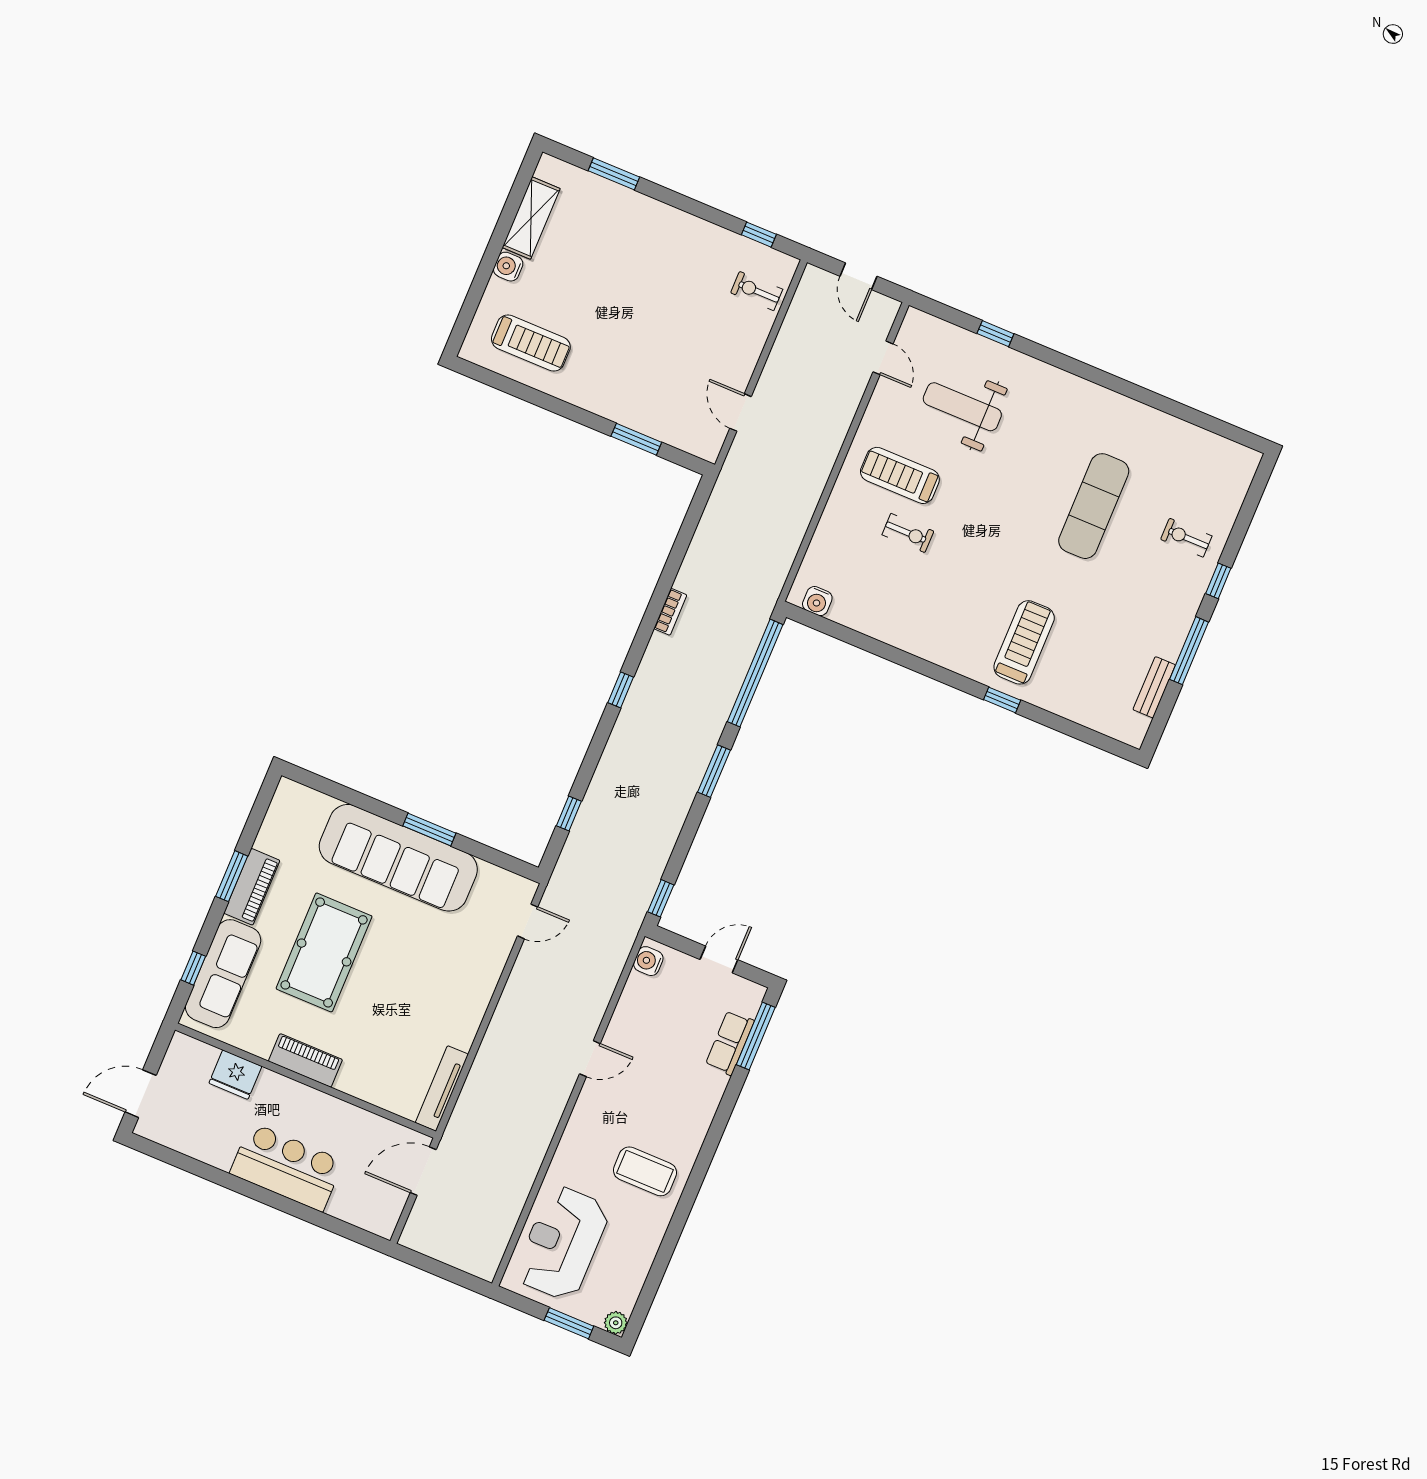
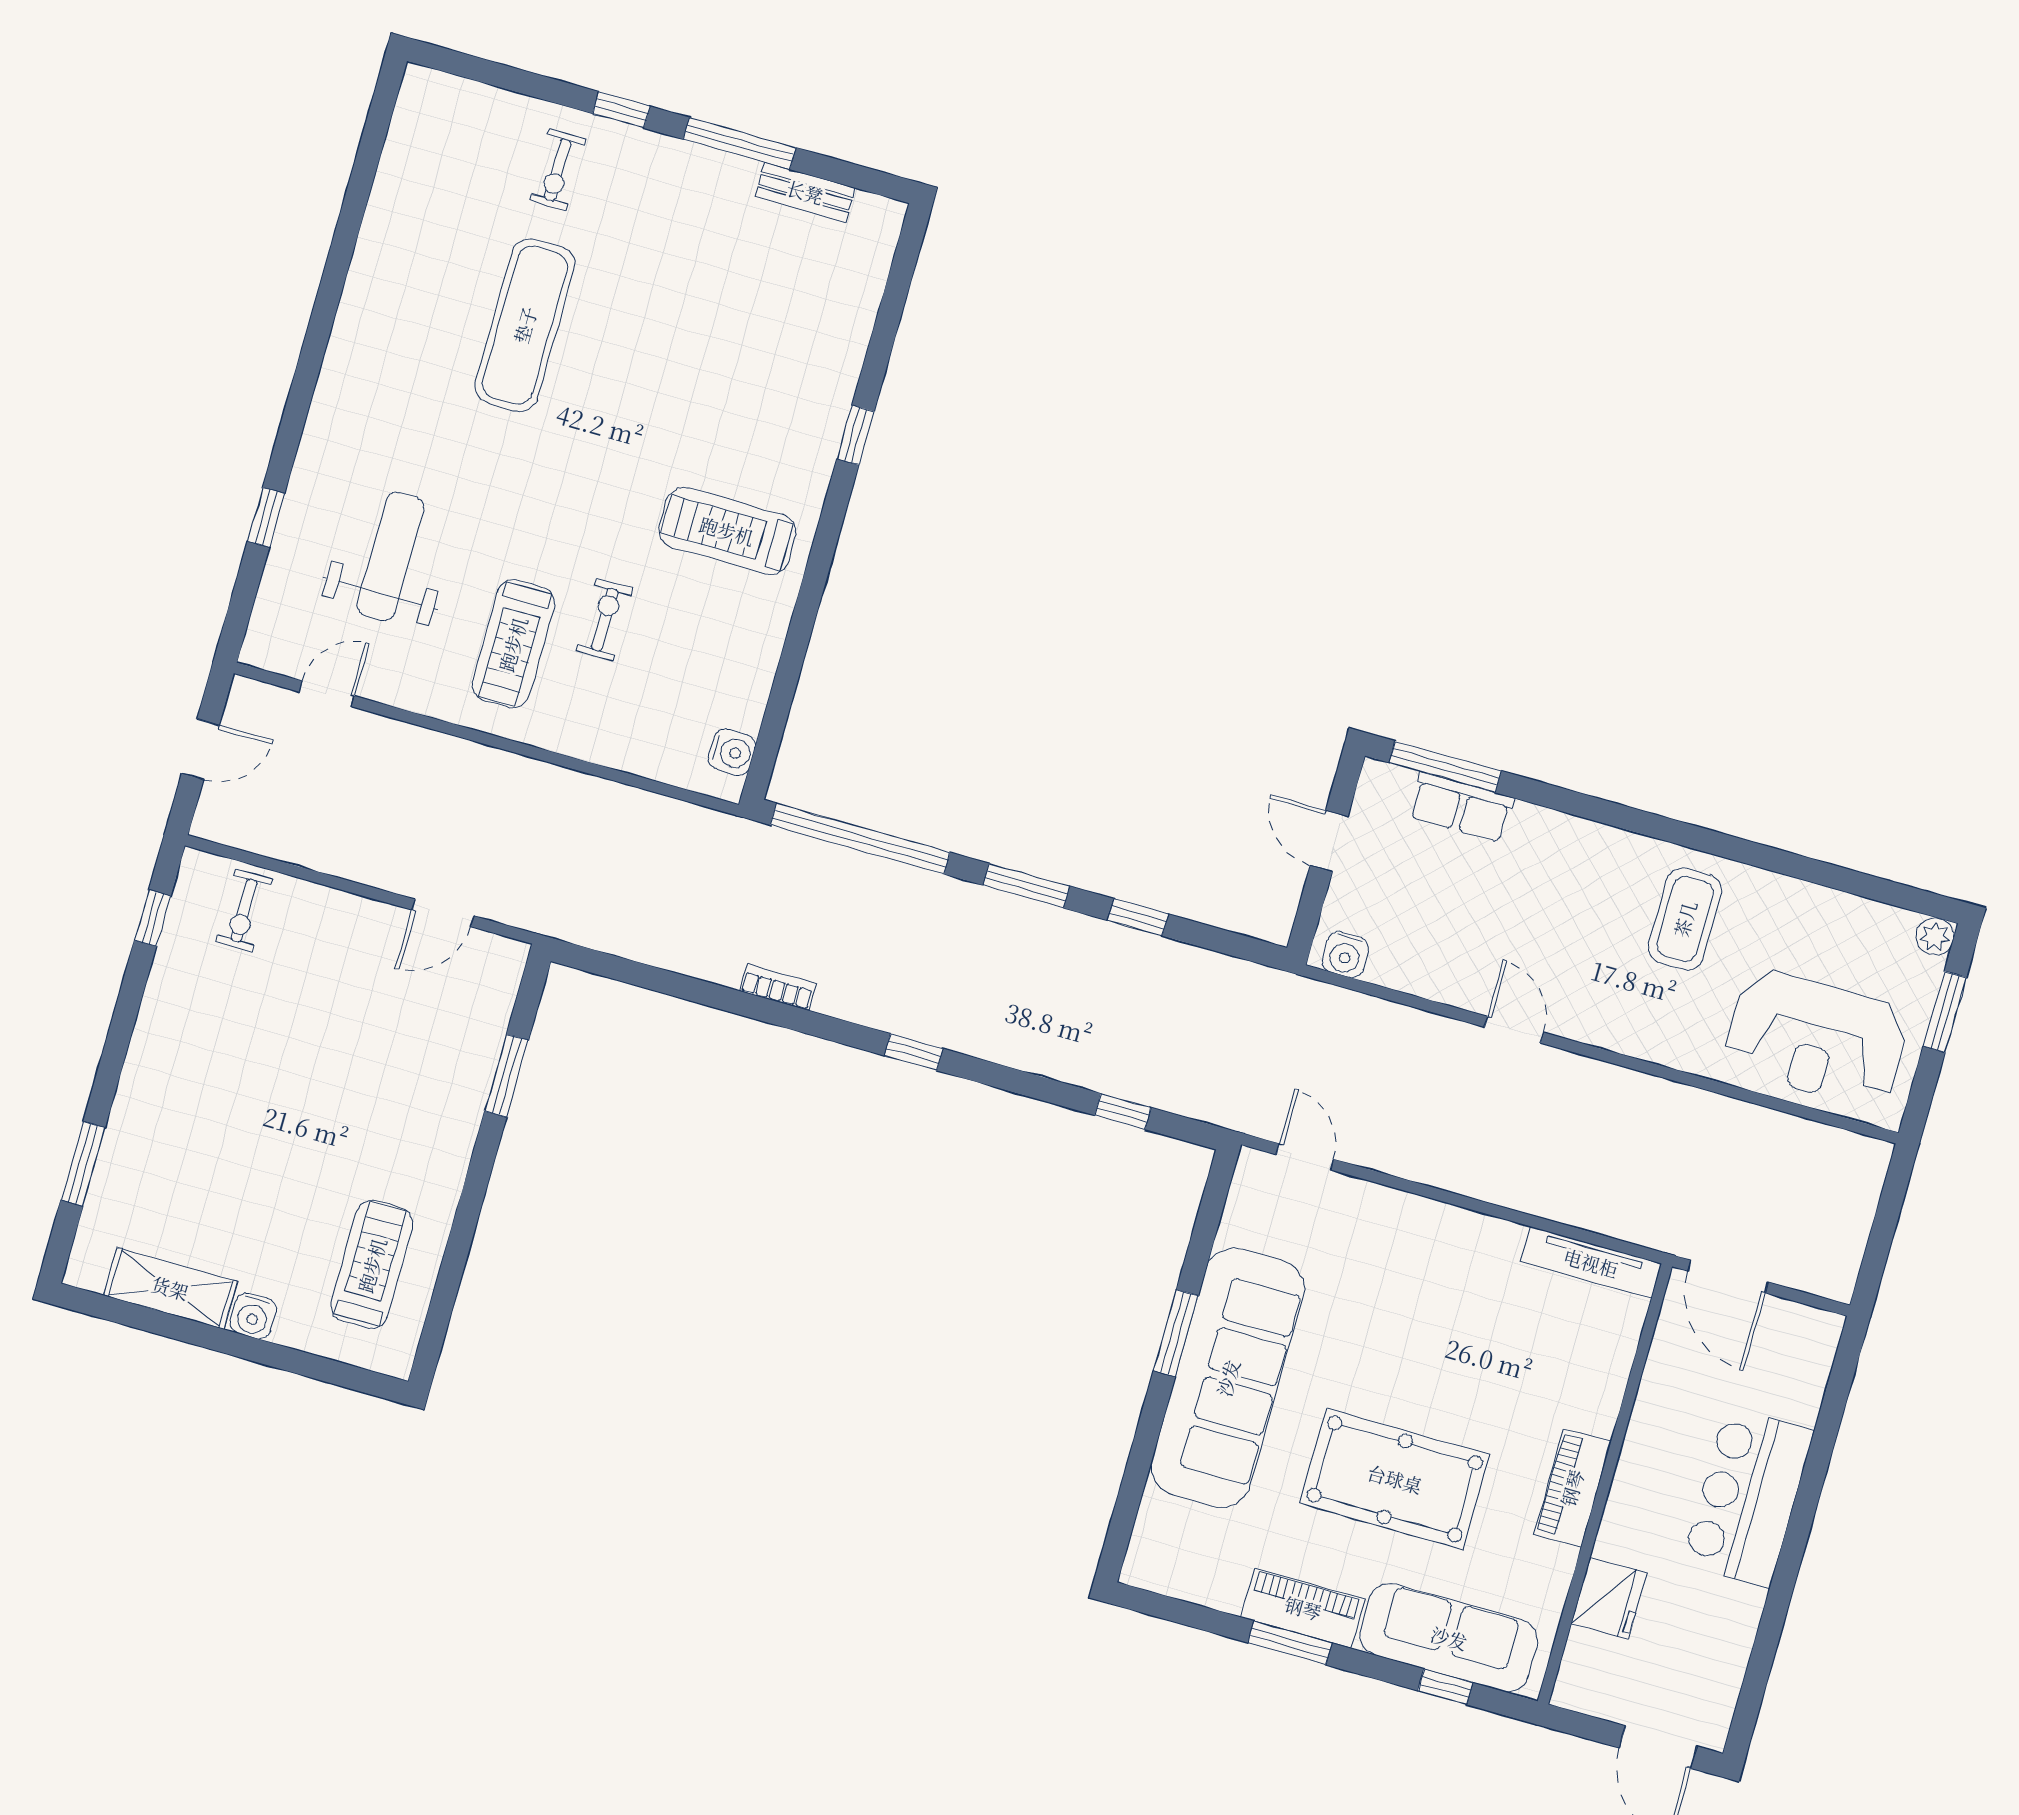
weight bench: (962, 407) -> (390, 556), turned 180
exercise mat: (1094, 506) -> (525, 325), turned 90
treadmill: (1024, 642) -> (727, 531), moved
window: (661, 898) -> (1138, 917), moved

